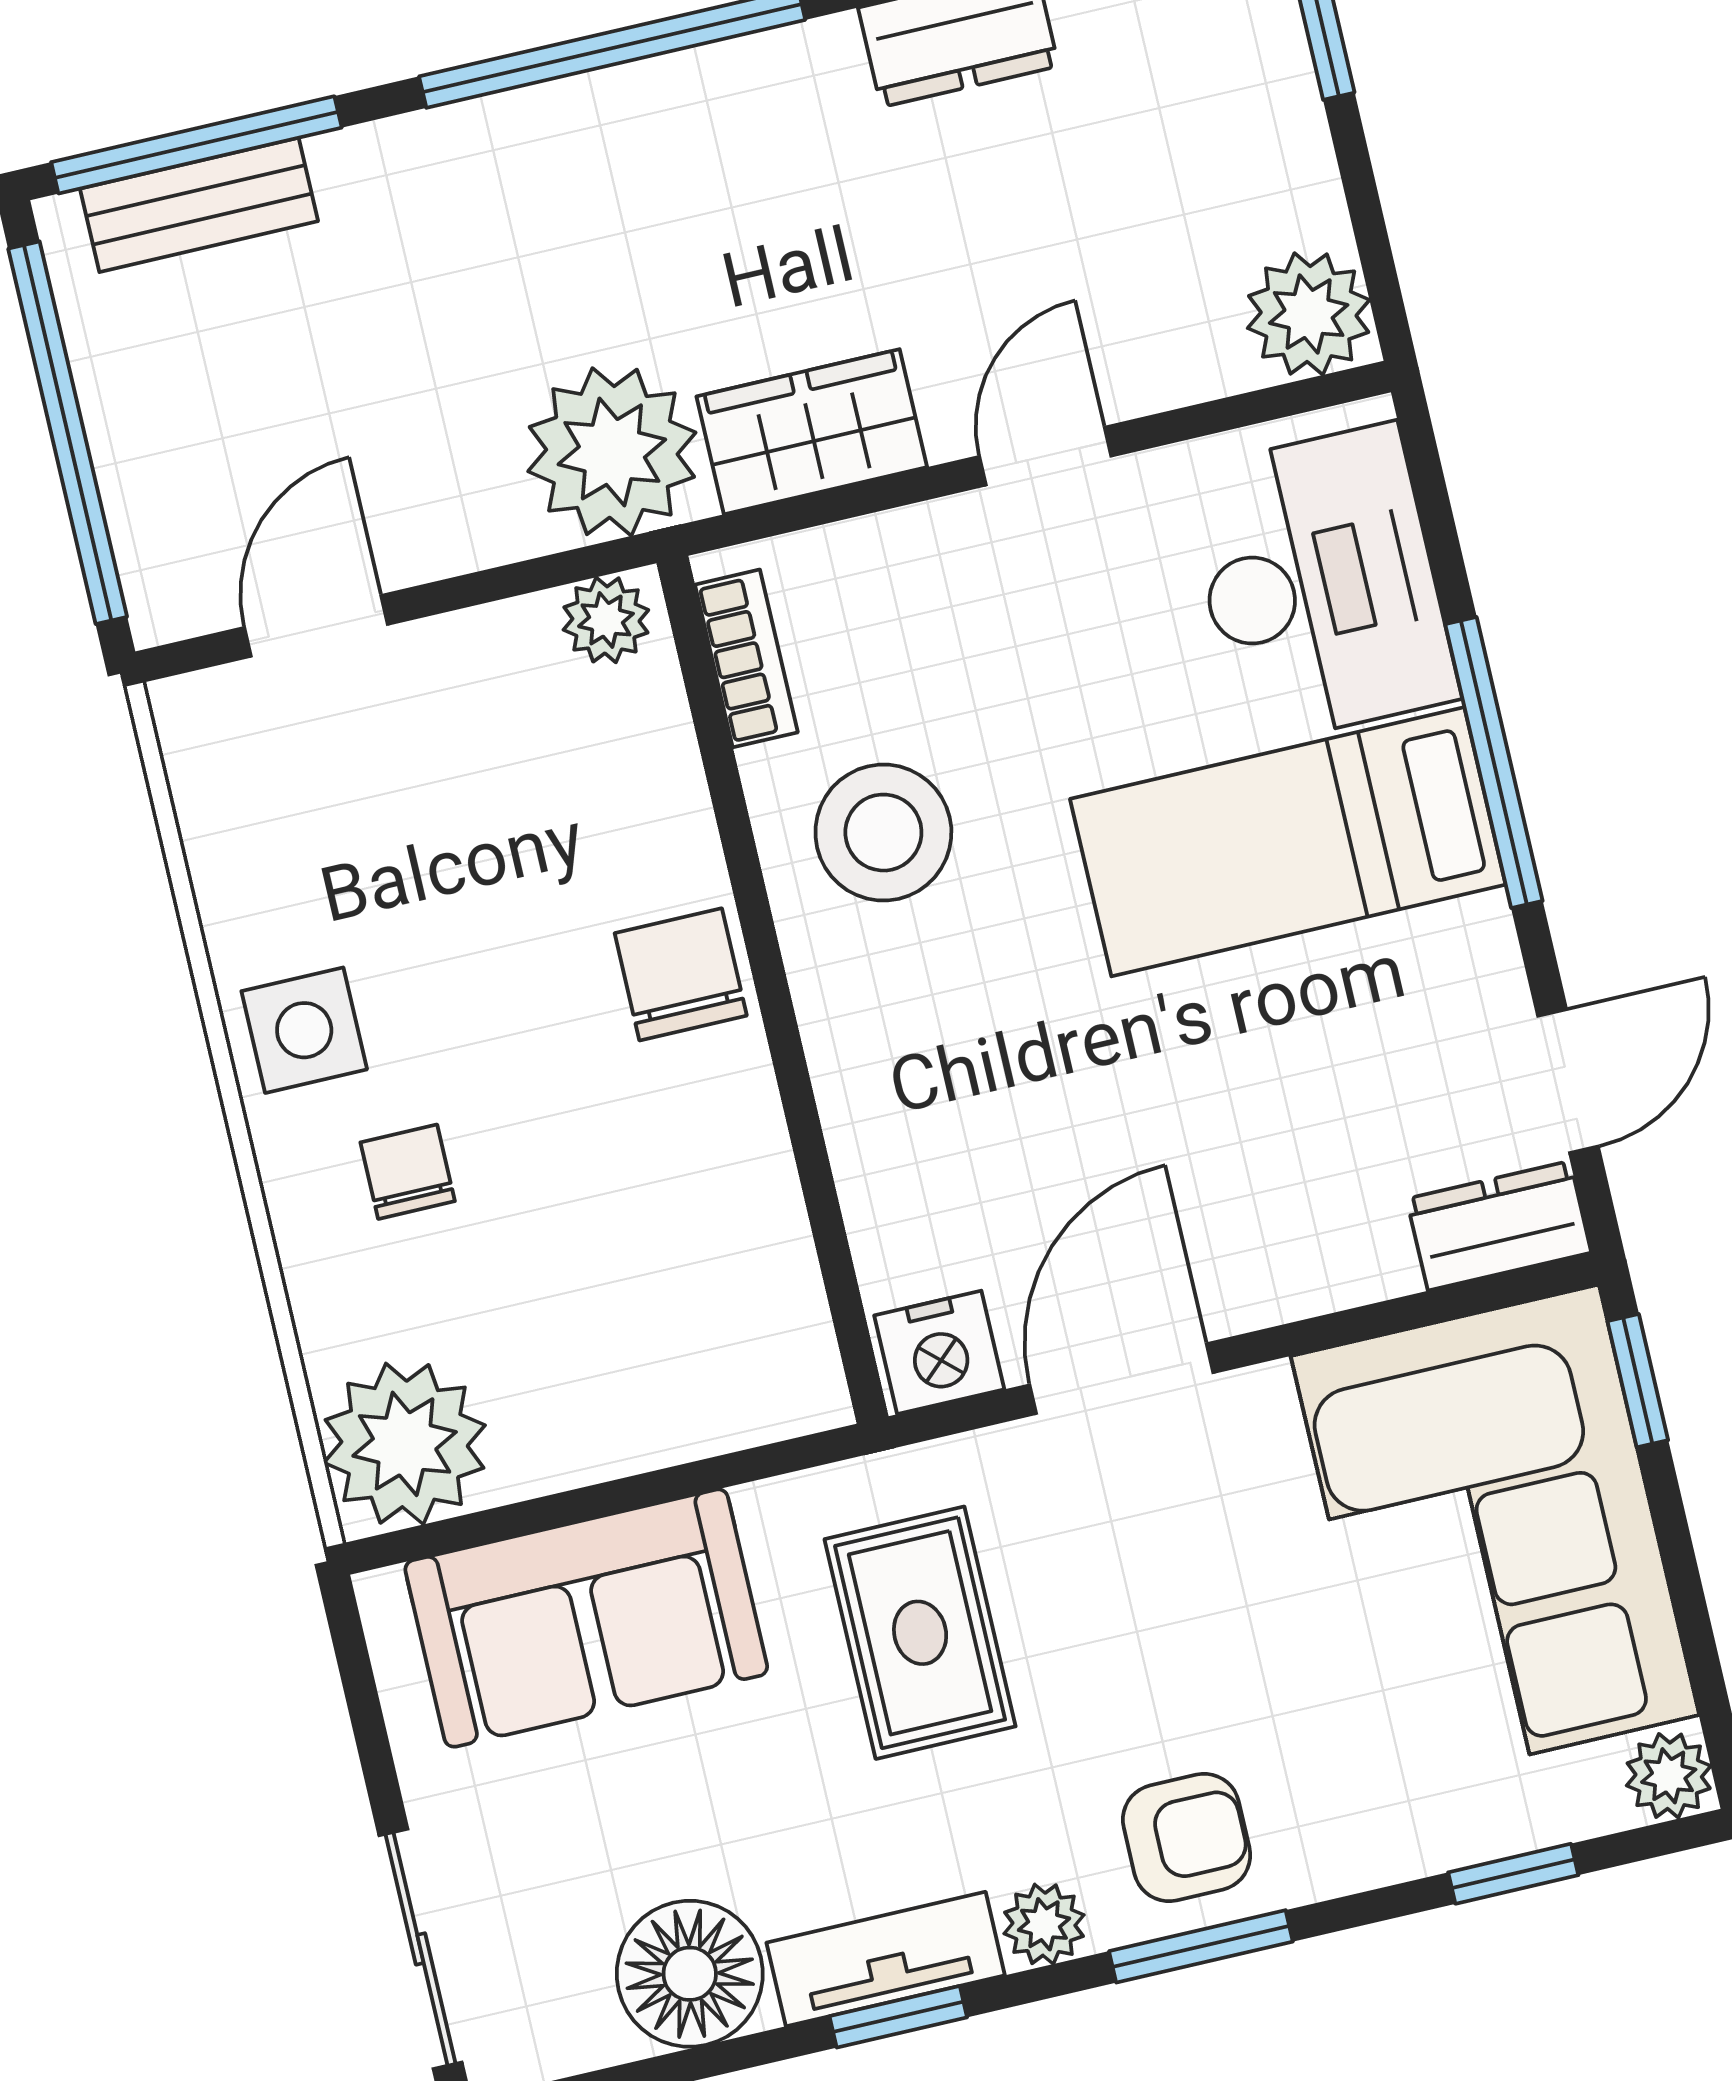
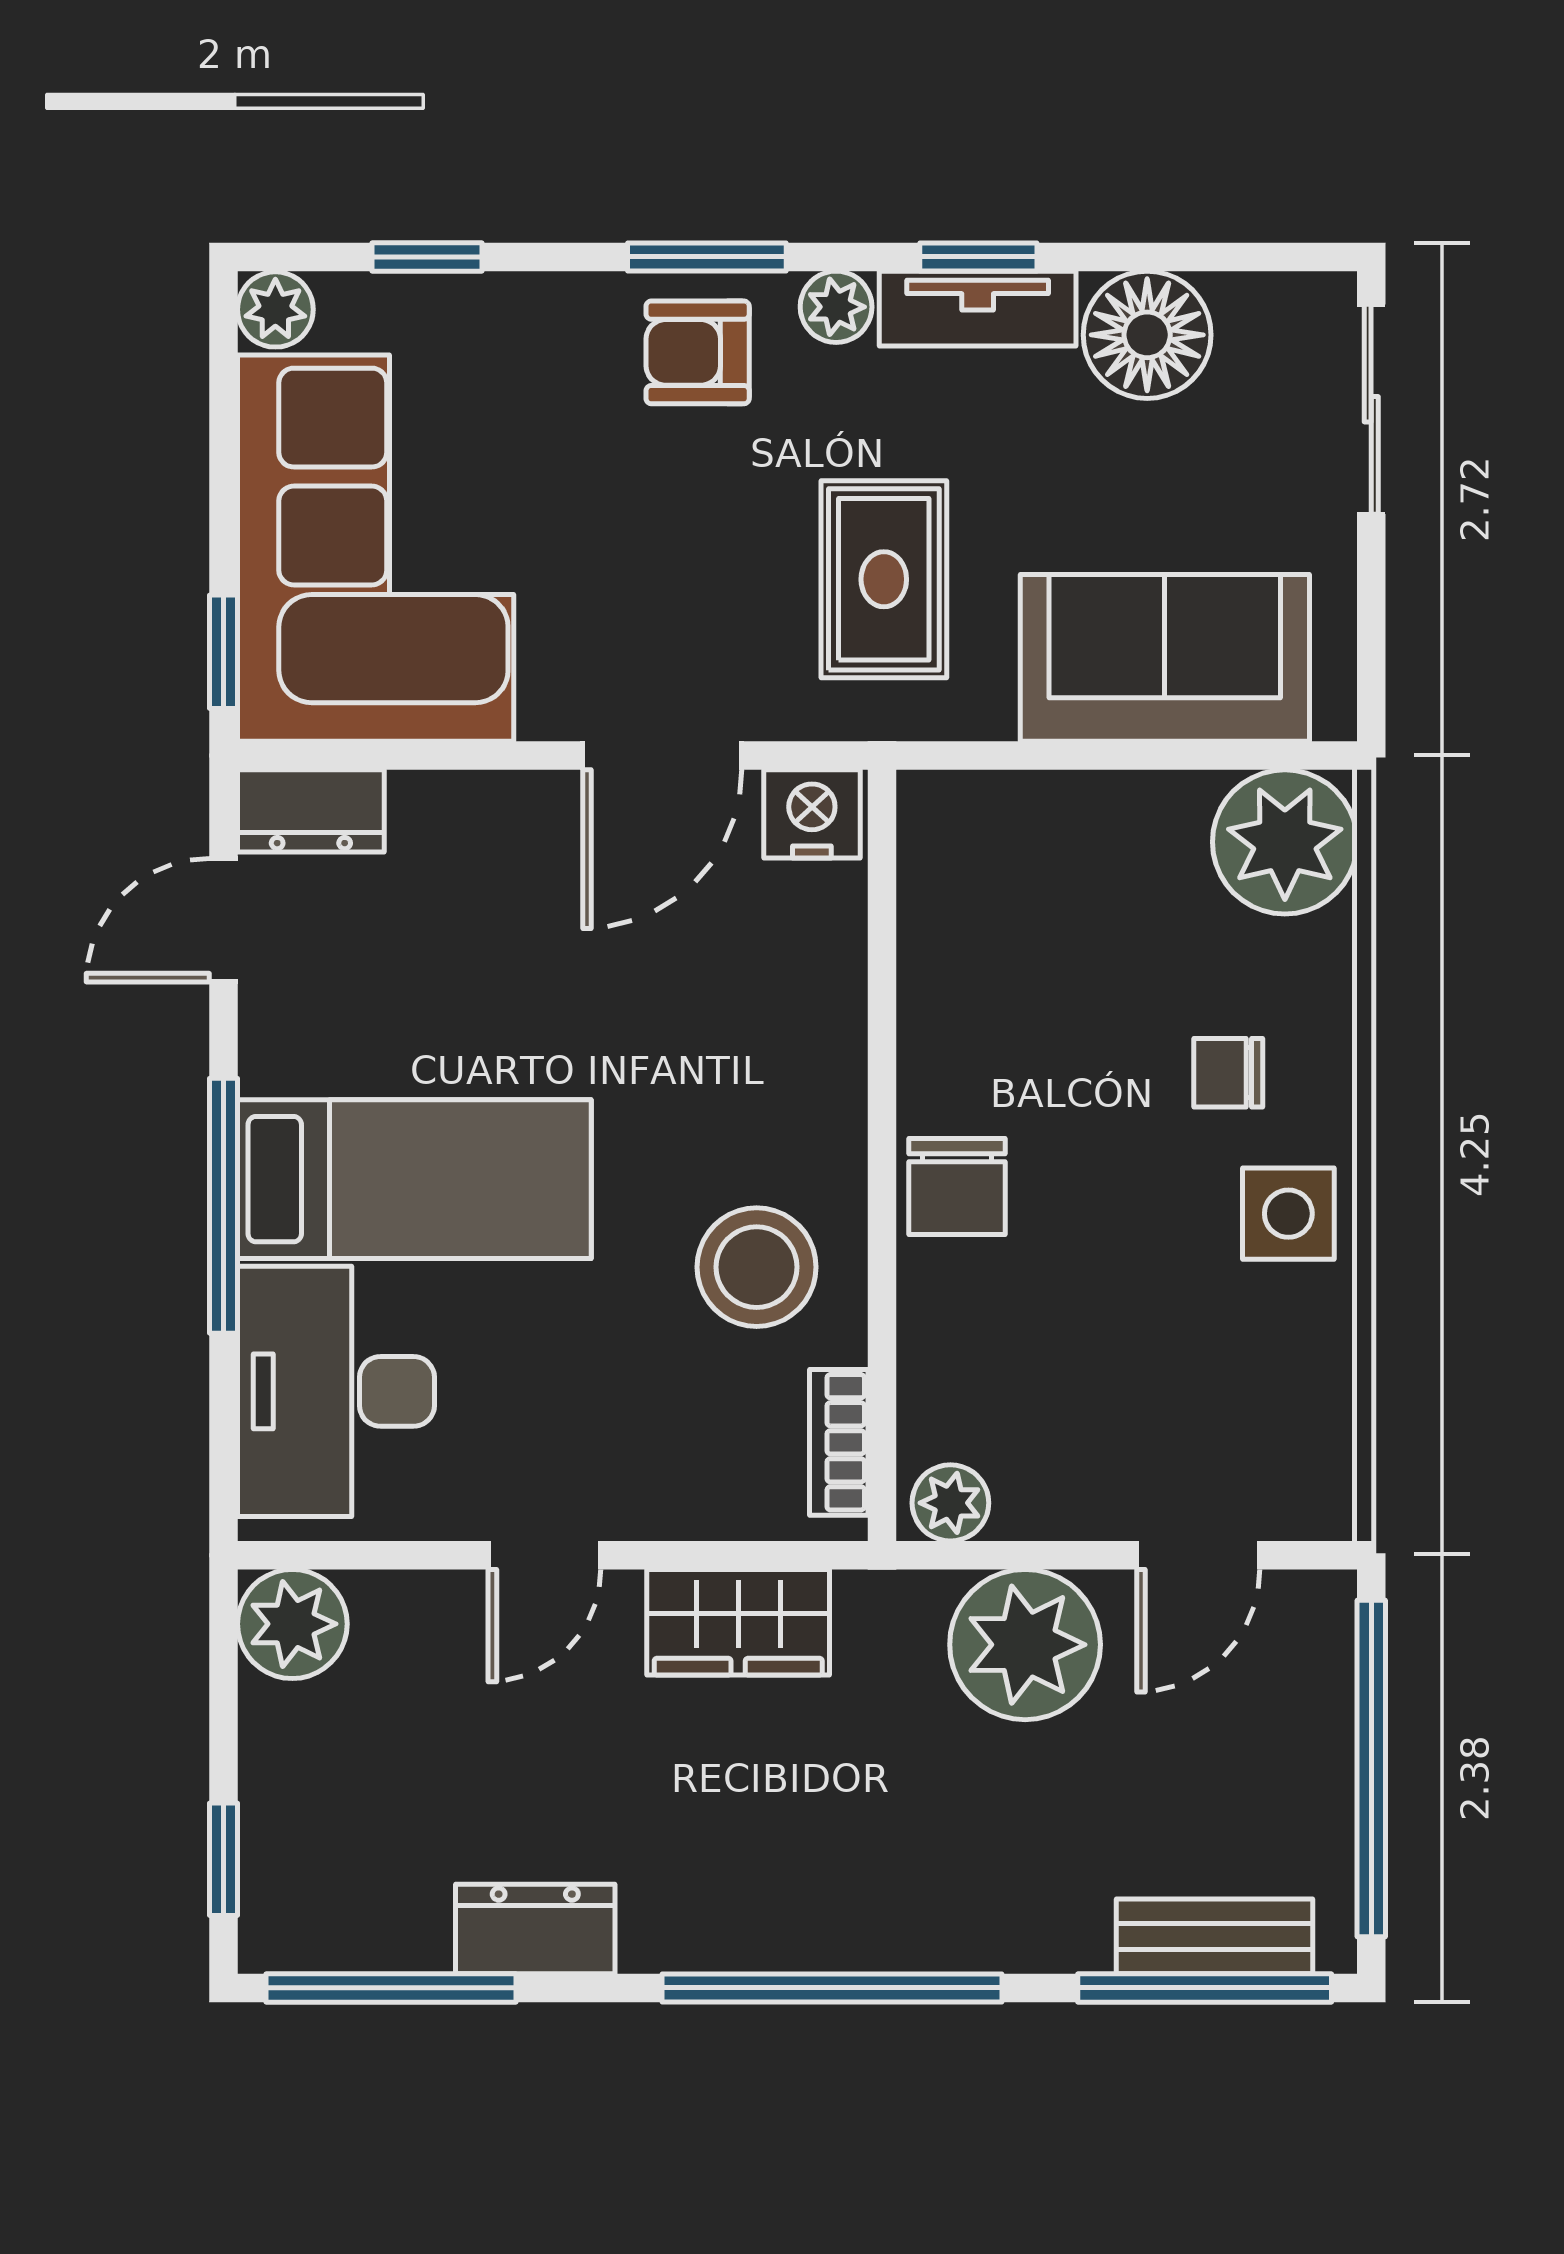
plant: (612, 452) -> (1025, 1645), moved
chair: (408, 1172) -> (1228, 1073), turned 90

